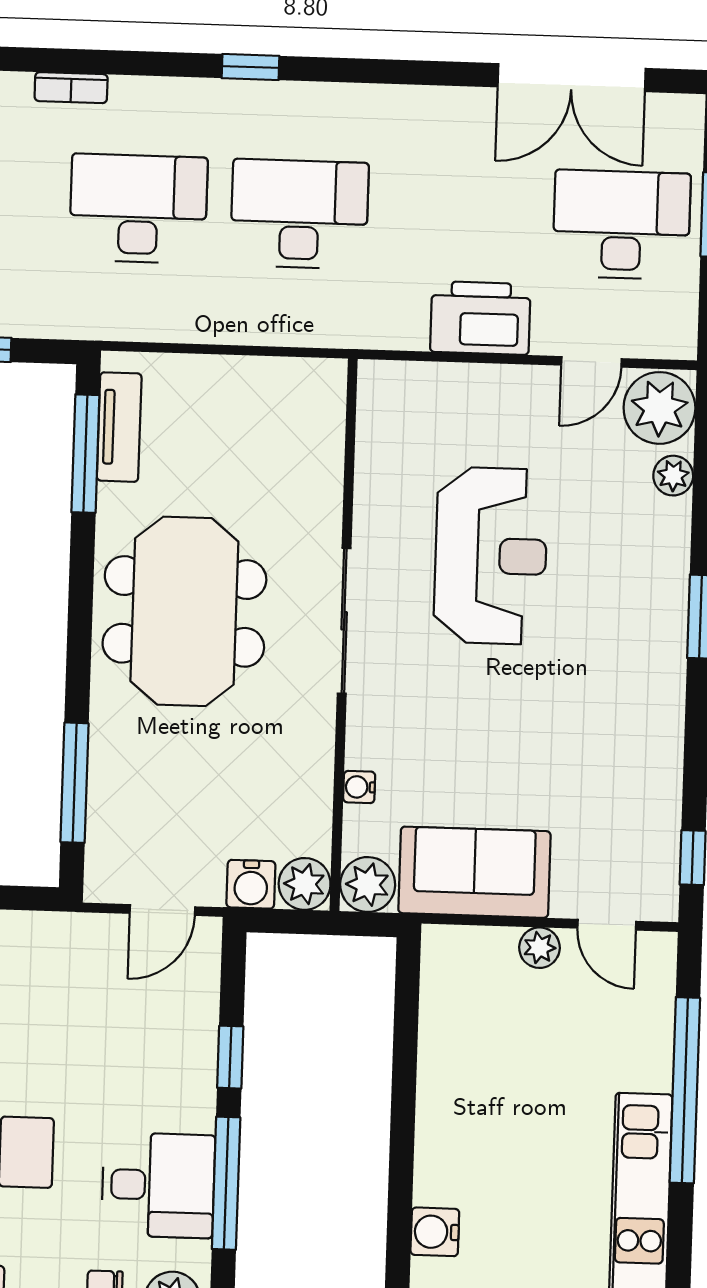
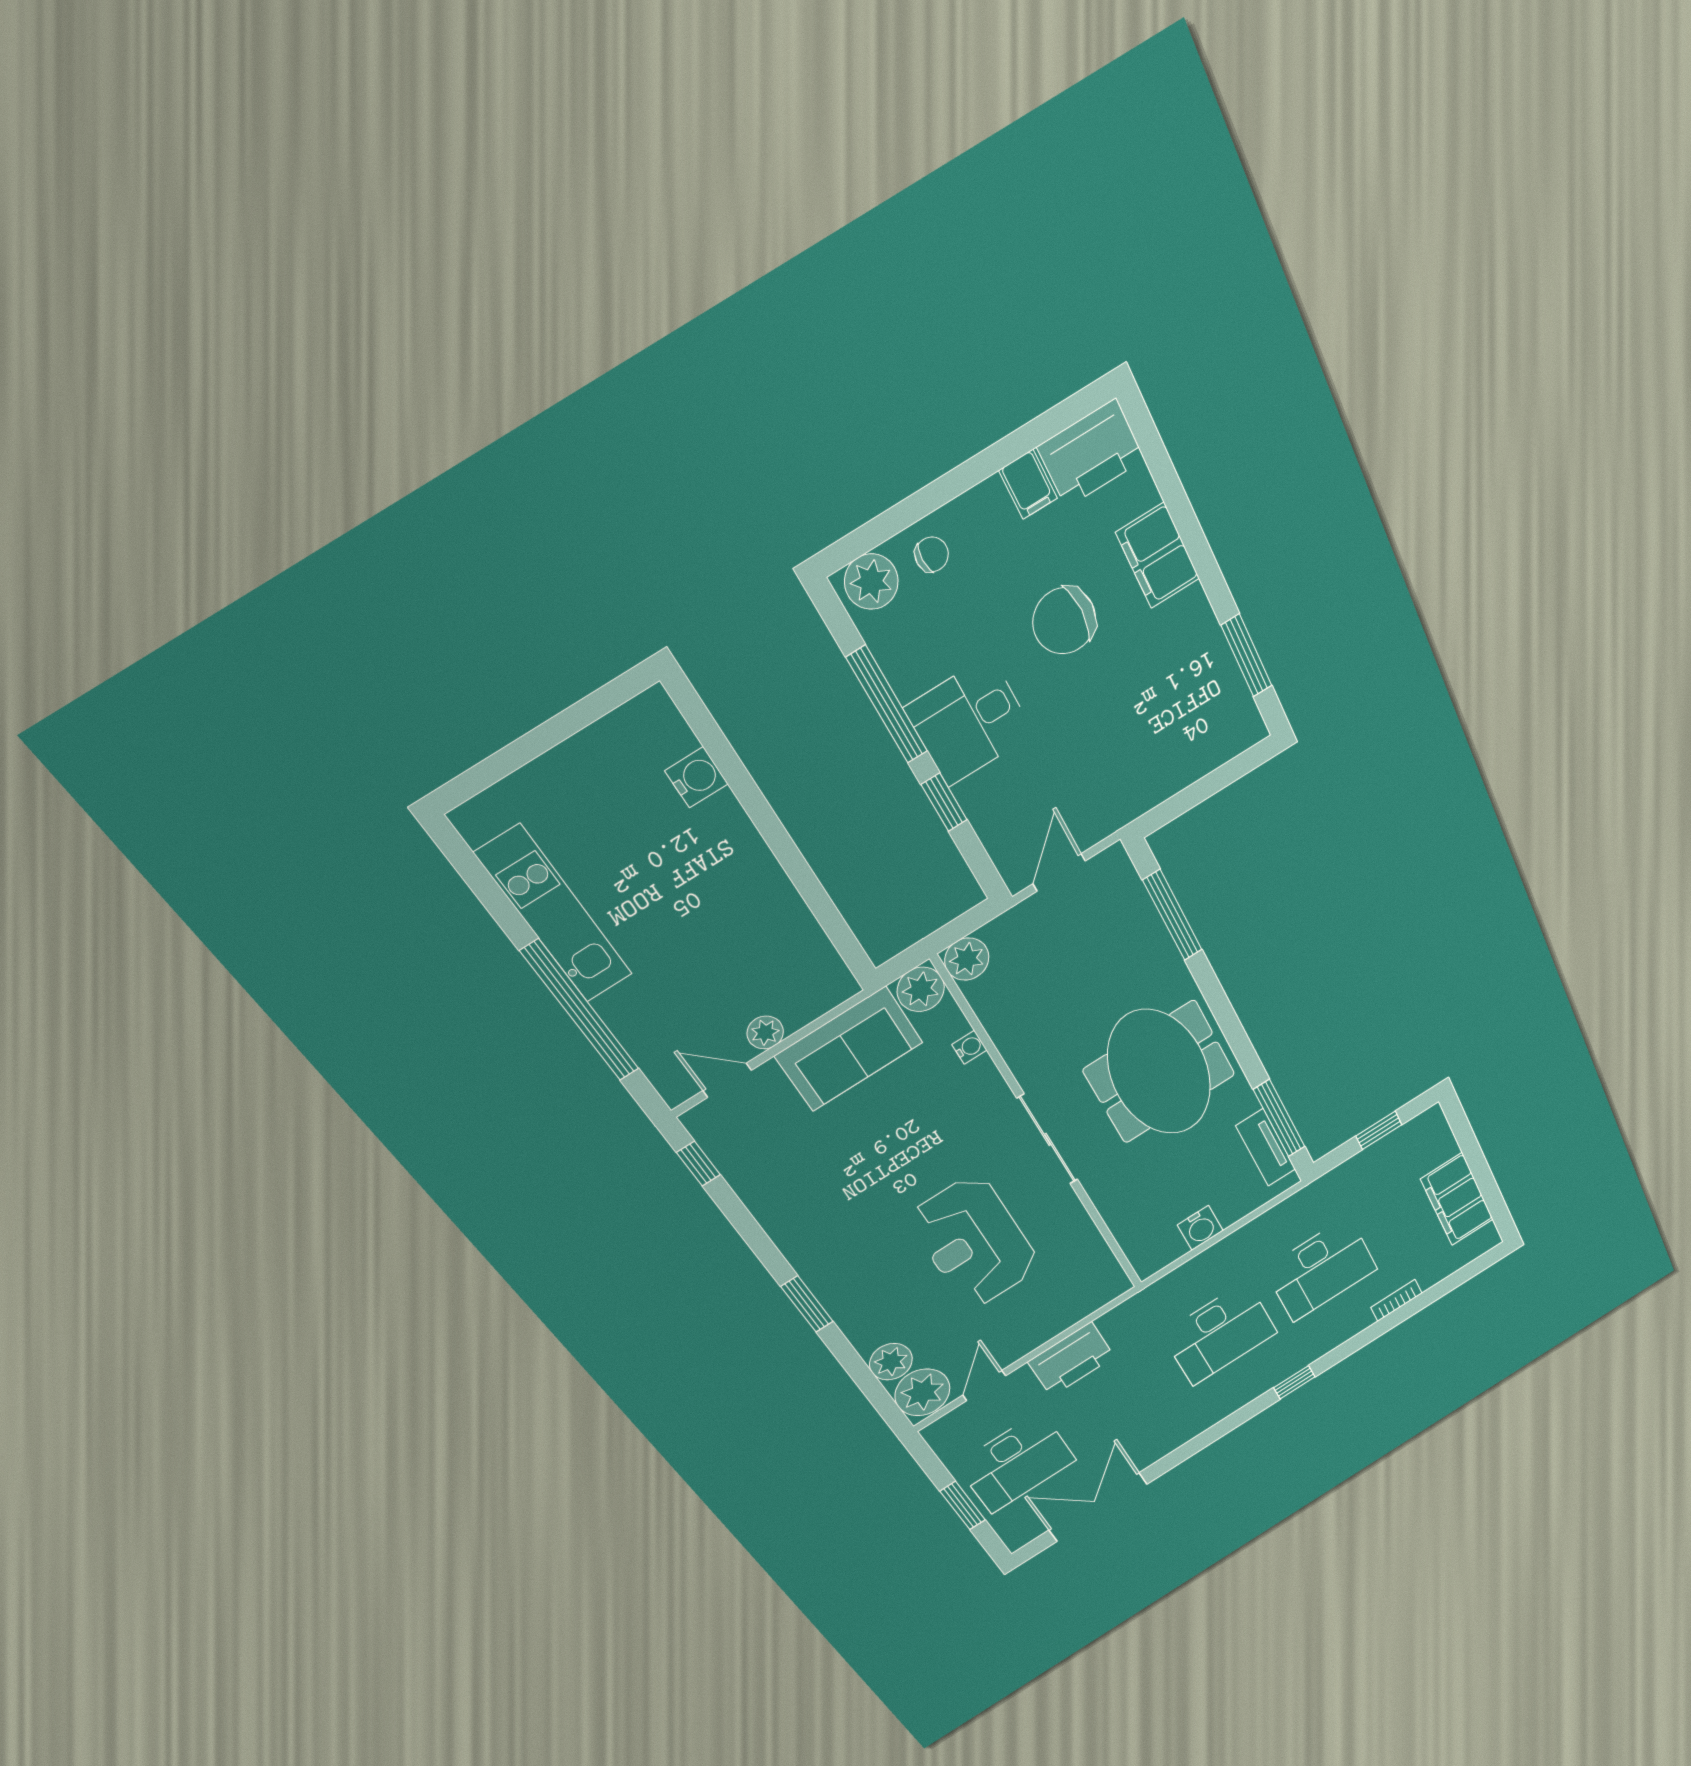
plant: (673, 476) -> (891, 1362), width x1.38, depth x1.38
water cooler: (251, 884) -> (1200, 1228), moved, turned 180
desk: (158, 1185) -> (969, 721), moved

